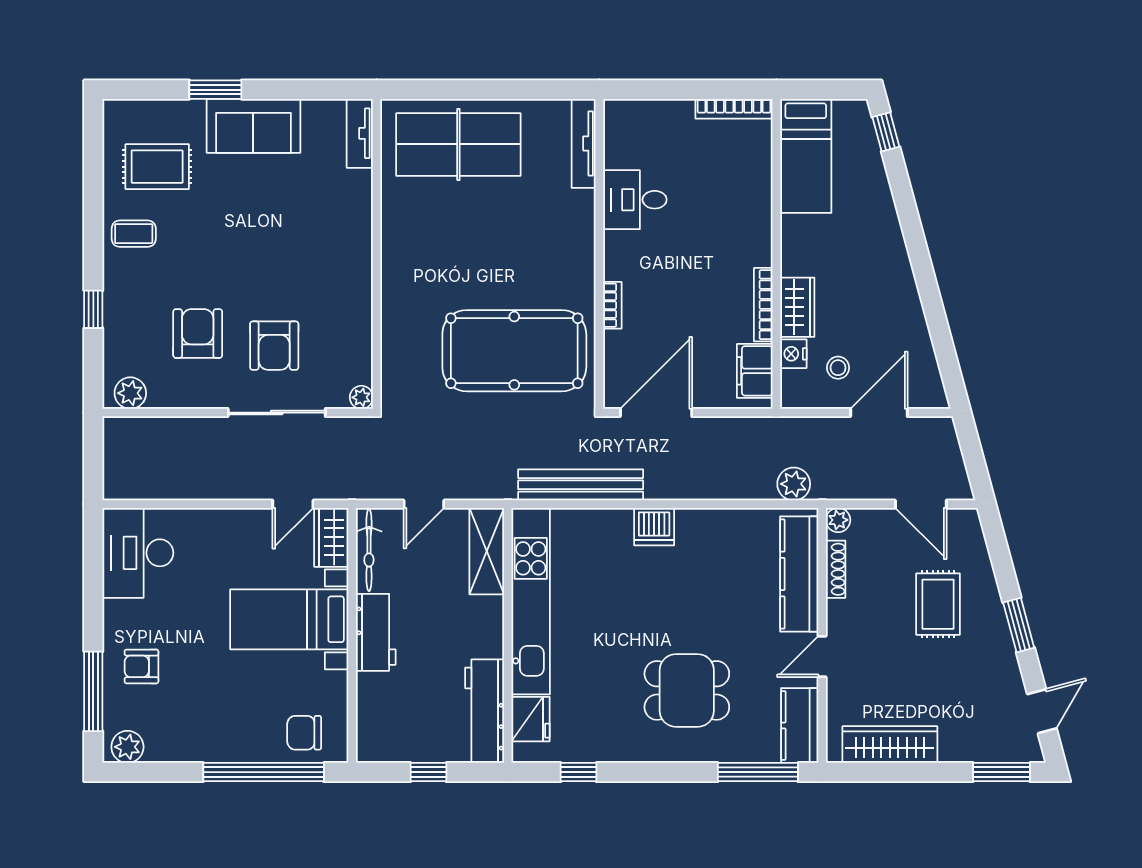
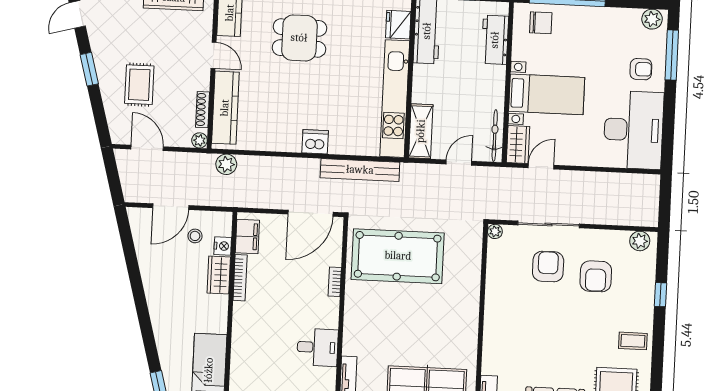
desk: (138, 553) -> (634, 130), width x1.36, depth x1.30
workbench: (376, 632) -> (495, 40), moved
door: (822, 657) -> (214, 55), hinge flipped

